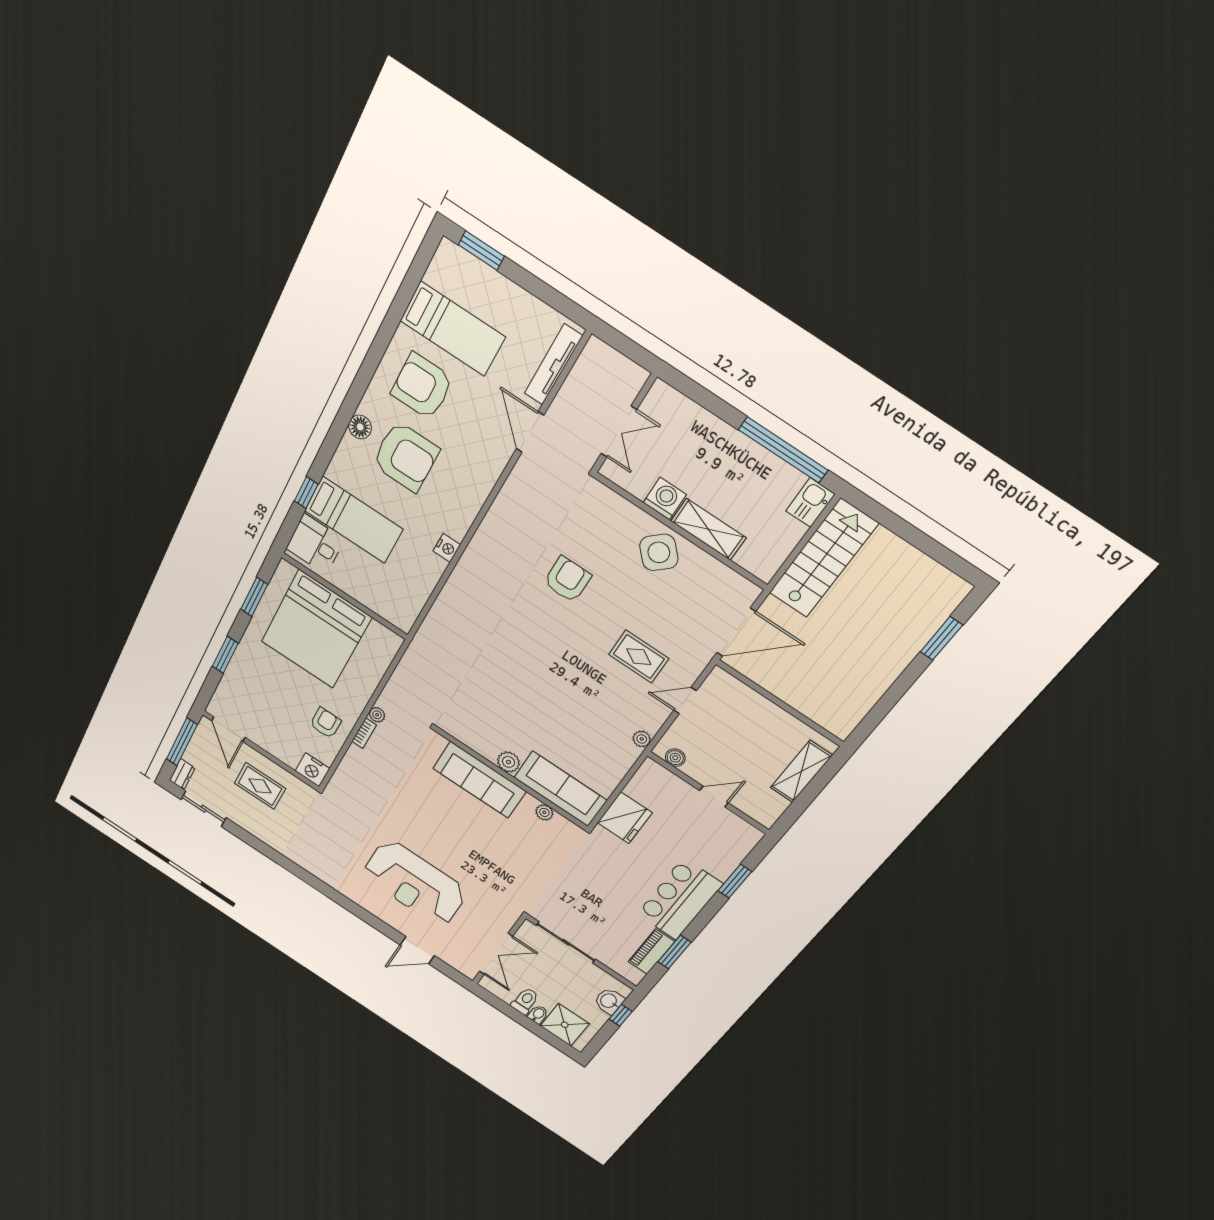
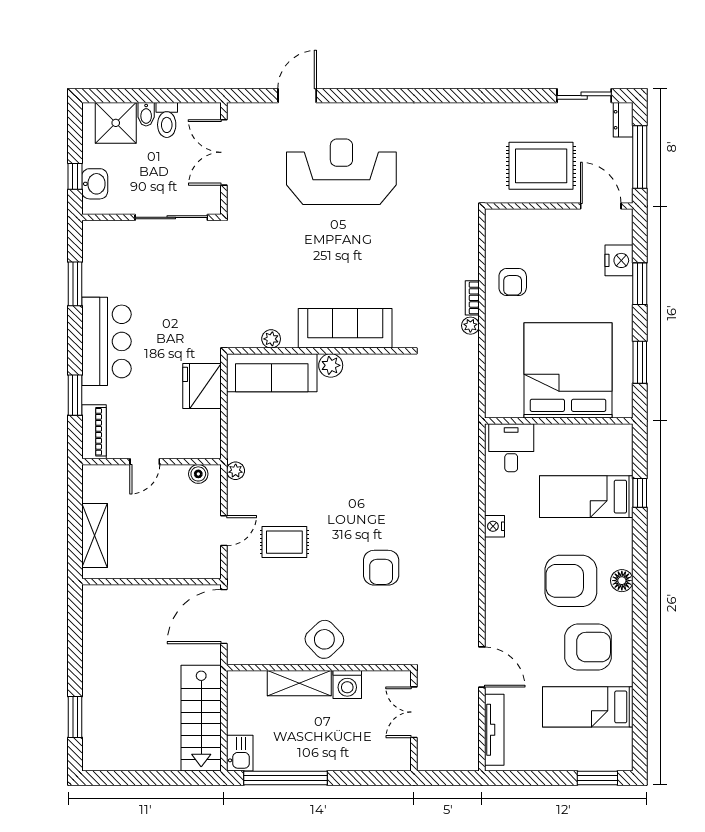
desk: (315, 544) -> (511, 448), moved, turned -90
nightstand: (312, 770) -> (619, 260), moved, turned 90
rug: (260, 786) -> (541, 166), width x1.36, depth x1.43
piano: (651, 952) -> (94, 432), moved

